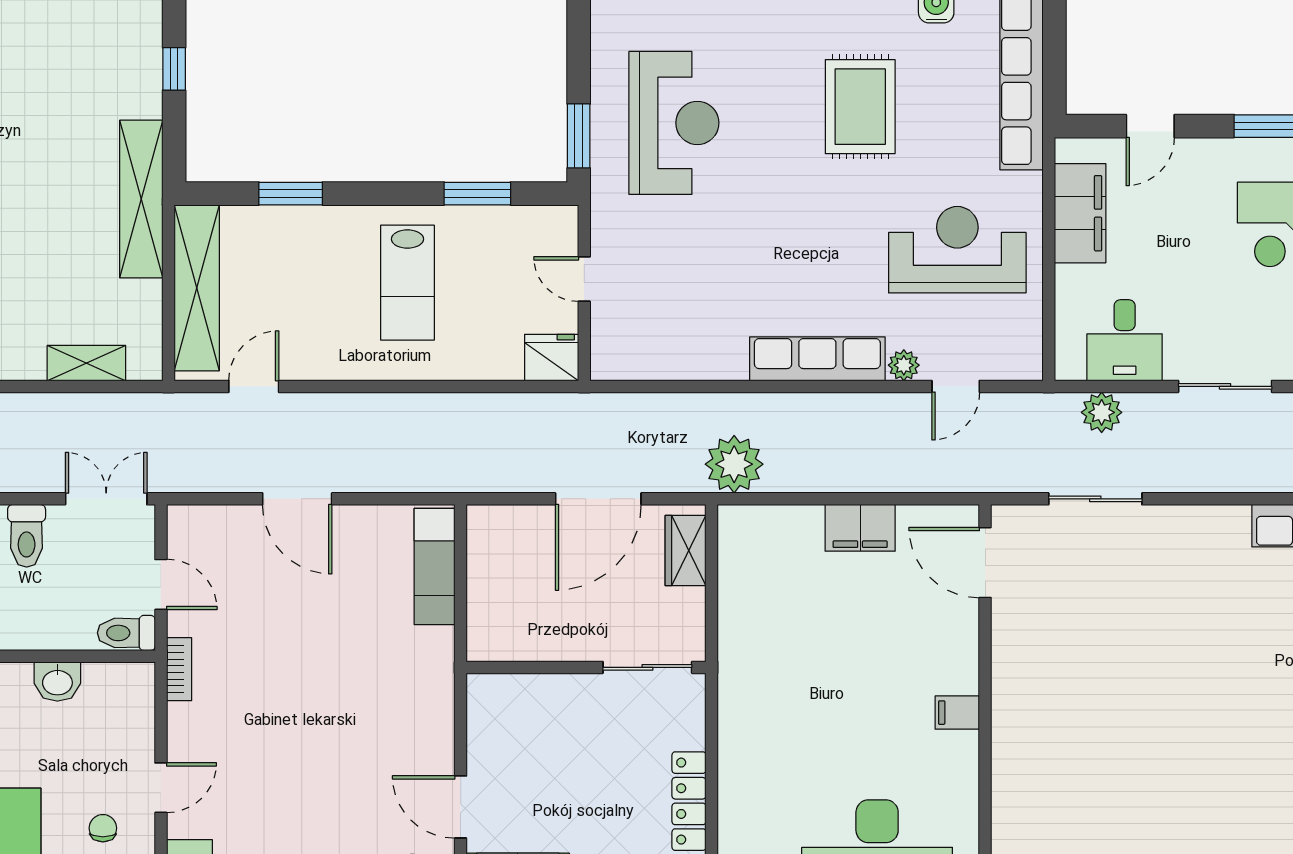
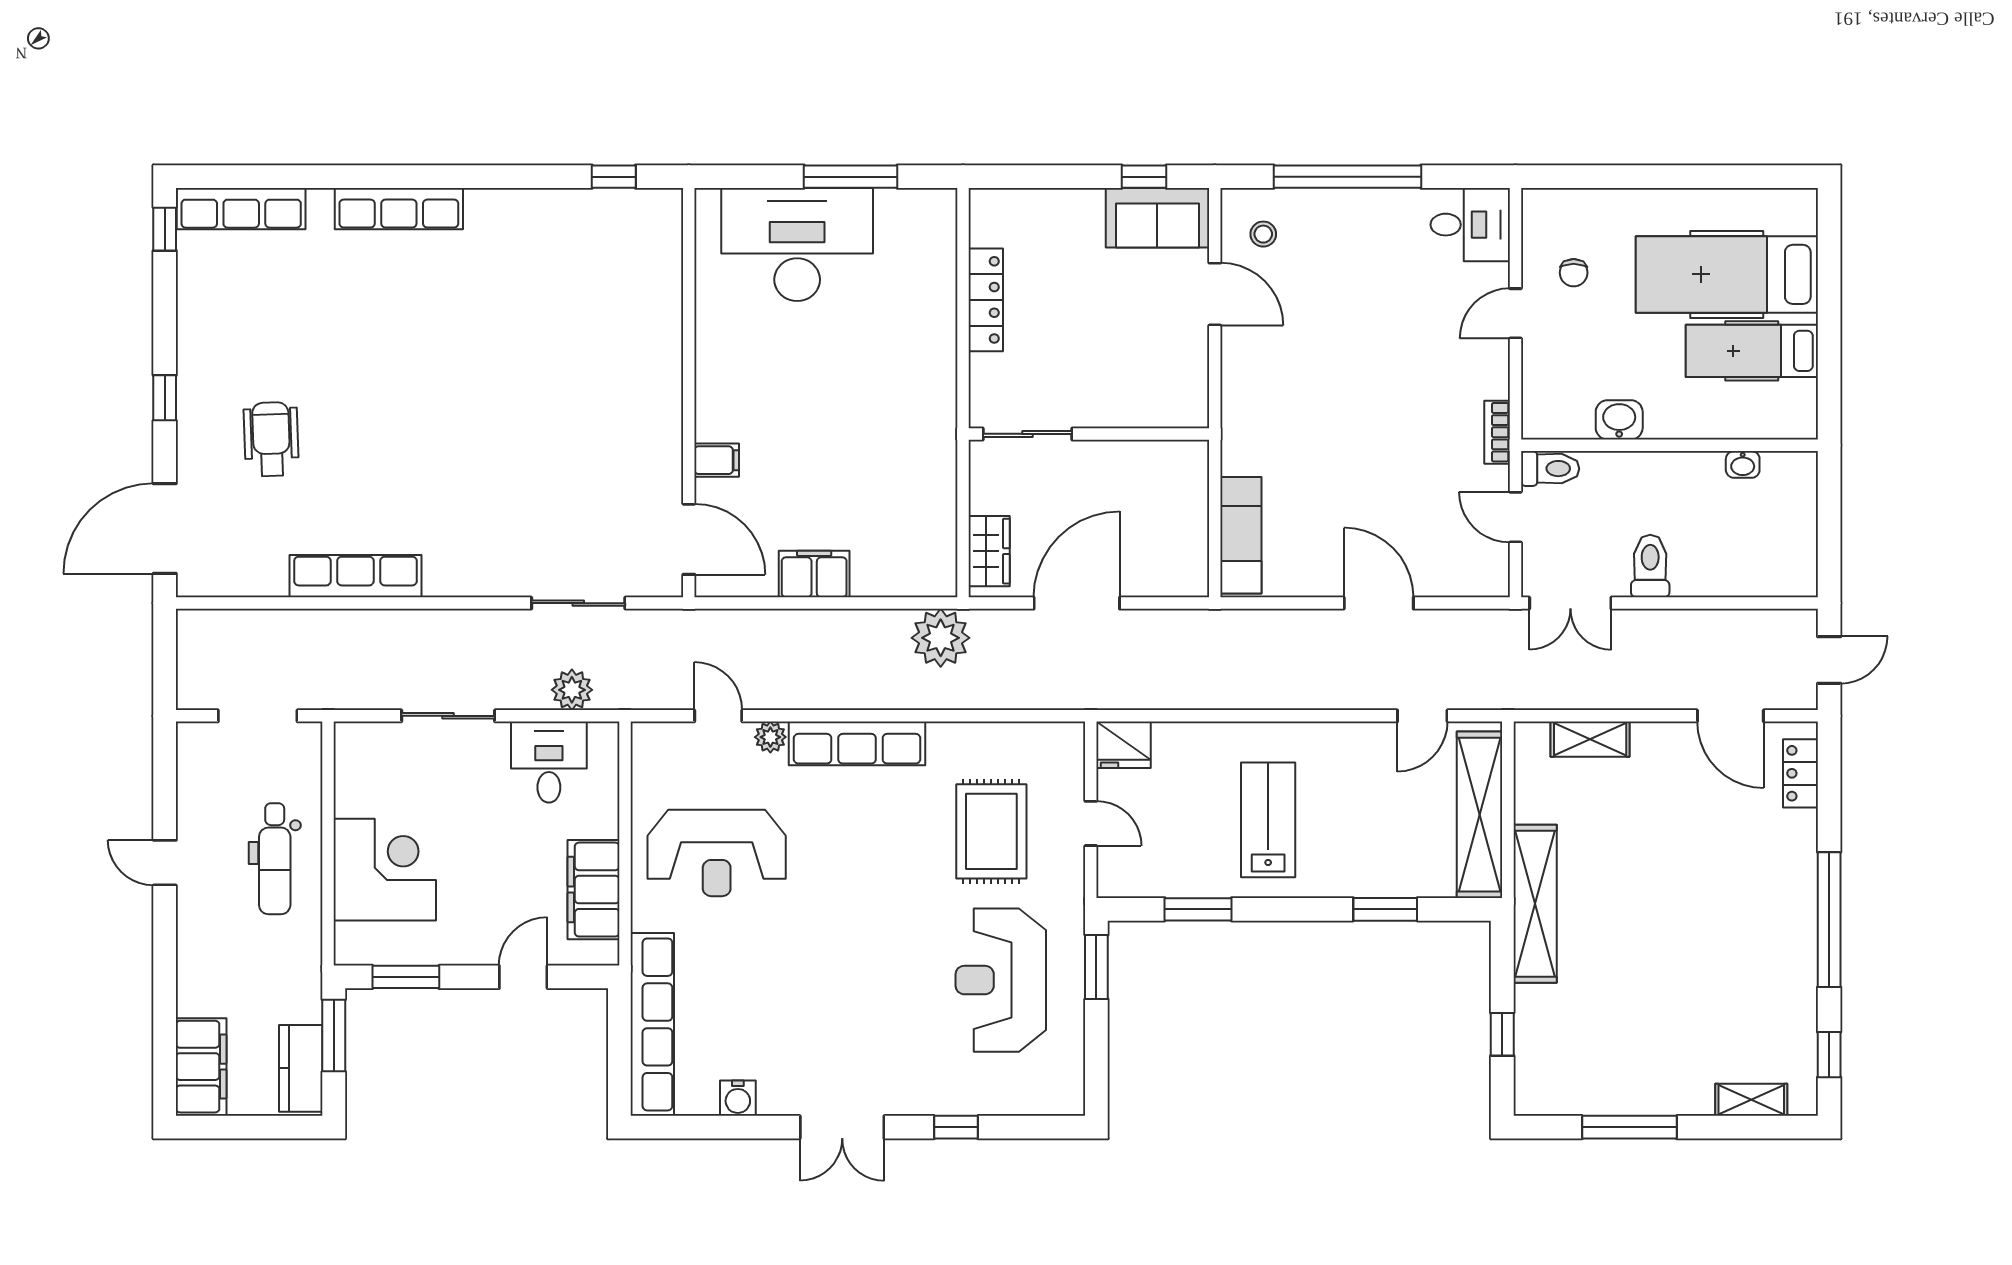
rug: (860, 107) -> (991, 831), moved
door: (956, 386) -> (718, 716), hinge flipped
filing cabinet: (957, 713) -> (717, 460), moved

